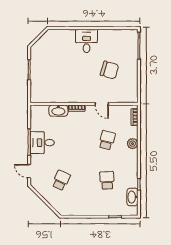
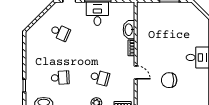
chair: (110, 70) -> (169, 80), turned 74
door: (102, 104) -> (136, 73), swing flipped

